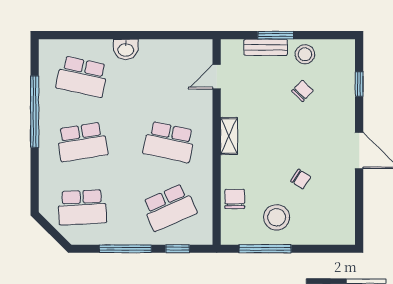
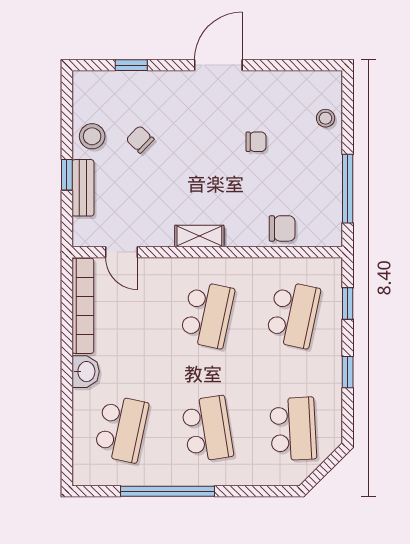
window: (276, 35) -> (67, 175), width x0.67
bookcase: (176, 47) -> (83, 306), added
chair: (301, 179) -> (256, 142), turned 57
chair: (235, 199) -> (282, 228), turned 180
school desk: (169, 207) -> (293, 315), turned 36
stool: (277, 217) -> (326, 118), moved, width x0.53, depth x0.53
window: (125, 249) -> (348, 372), width x0.46

